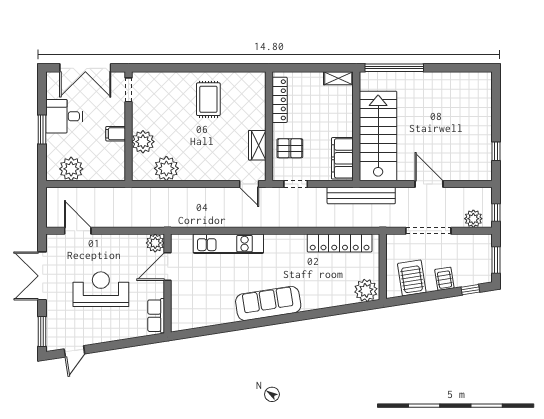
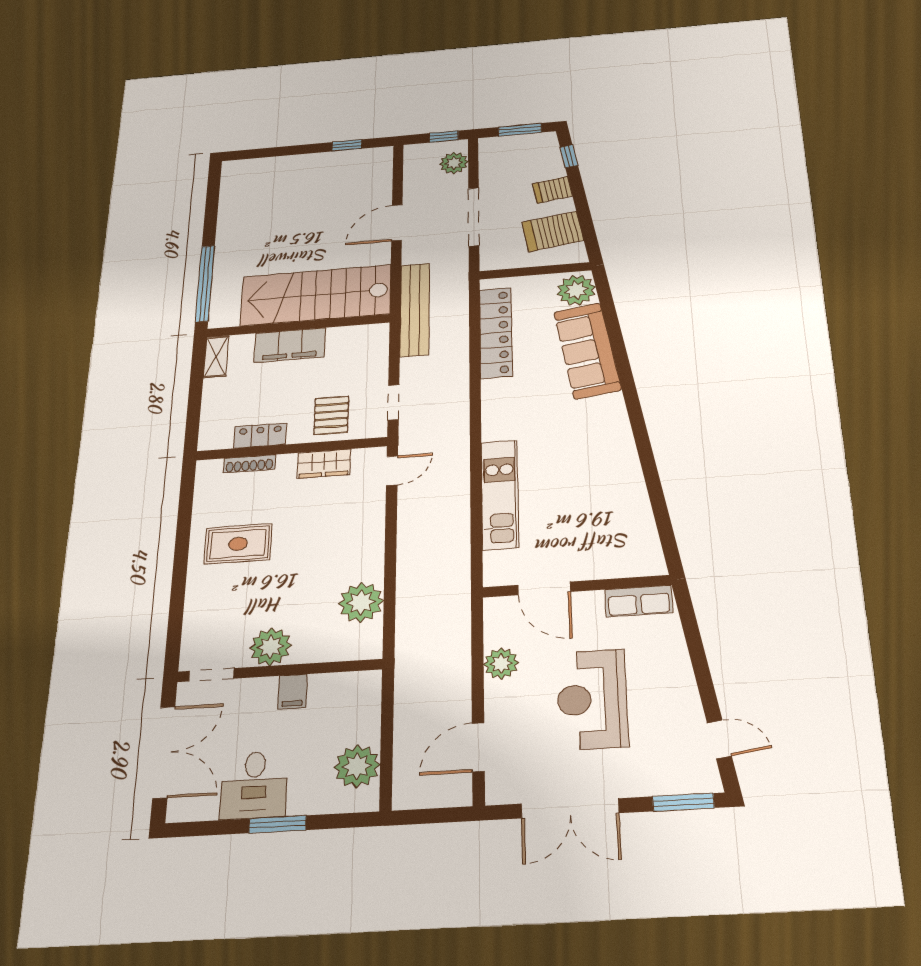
locker: (280, 100) -> (260, 436), width x0.66
shoe rack: (261, 103) -> (249, 464), added
plant: (143, 142) -> (271, 647), moved
filing cabinet: (342, 158) -> (290, 345), moved
plant: (155, 243) -> (501, 663), moved
sofa: (268, 303) -> (587, 351), moved

